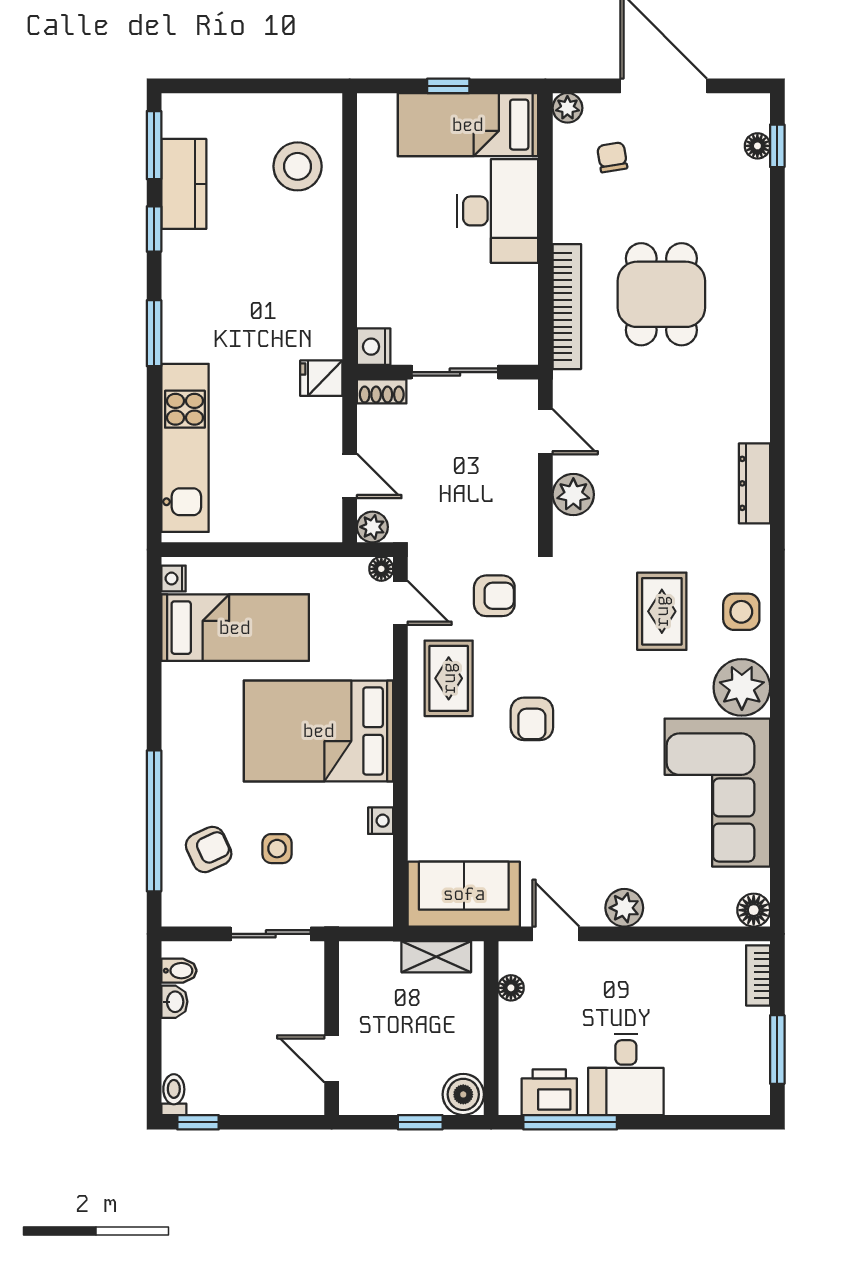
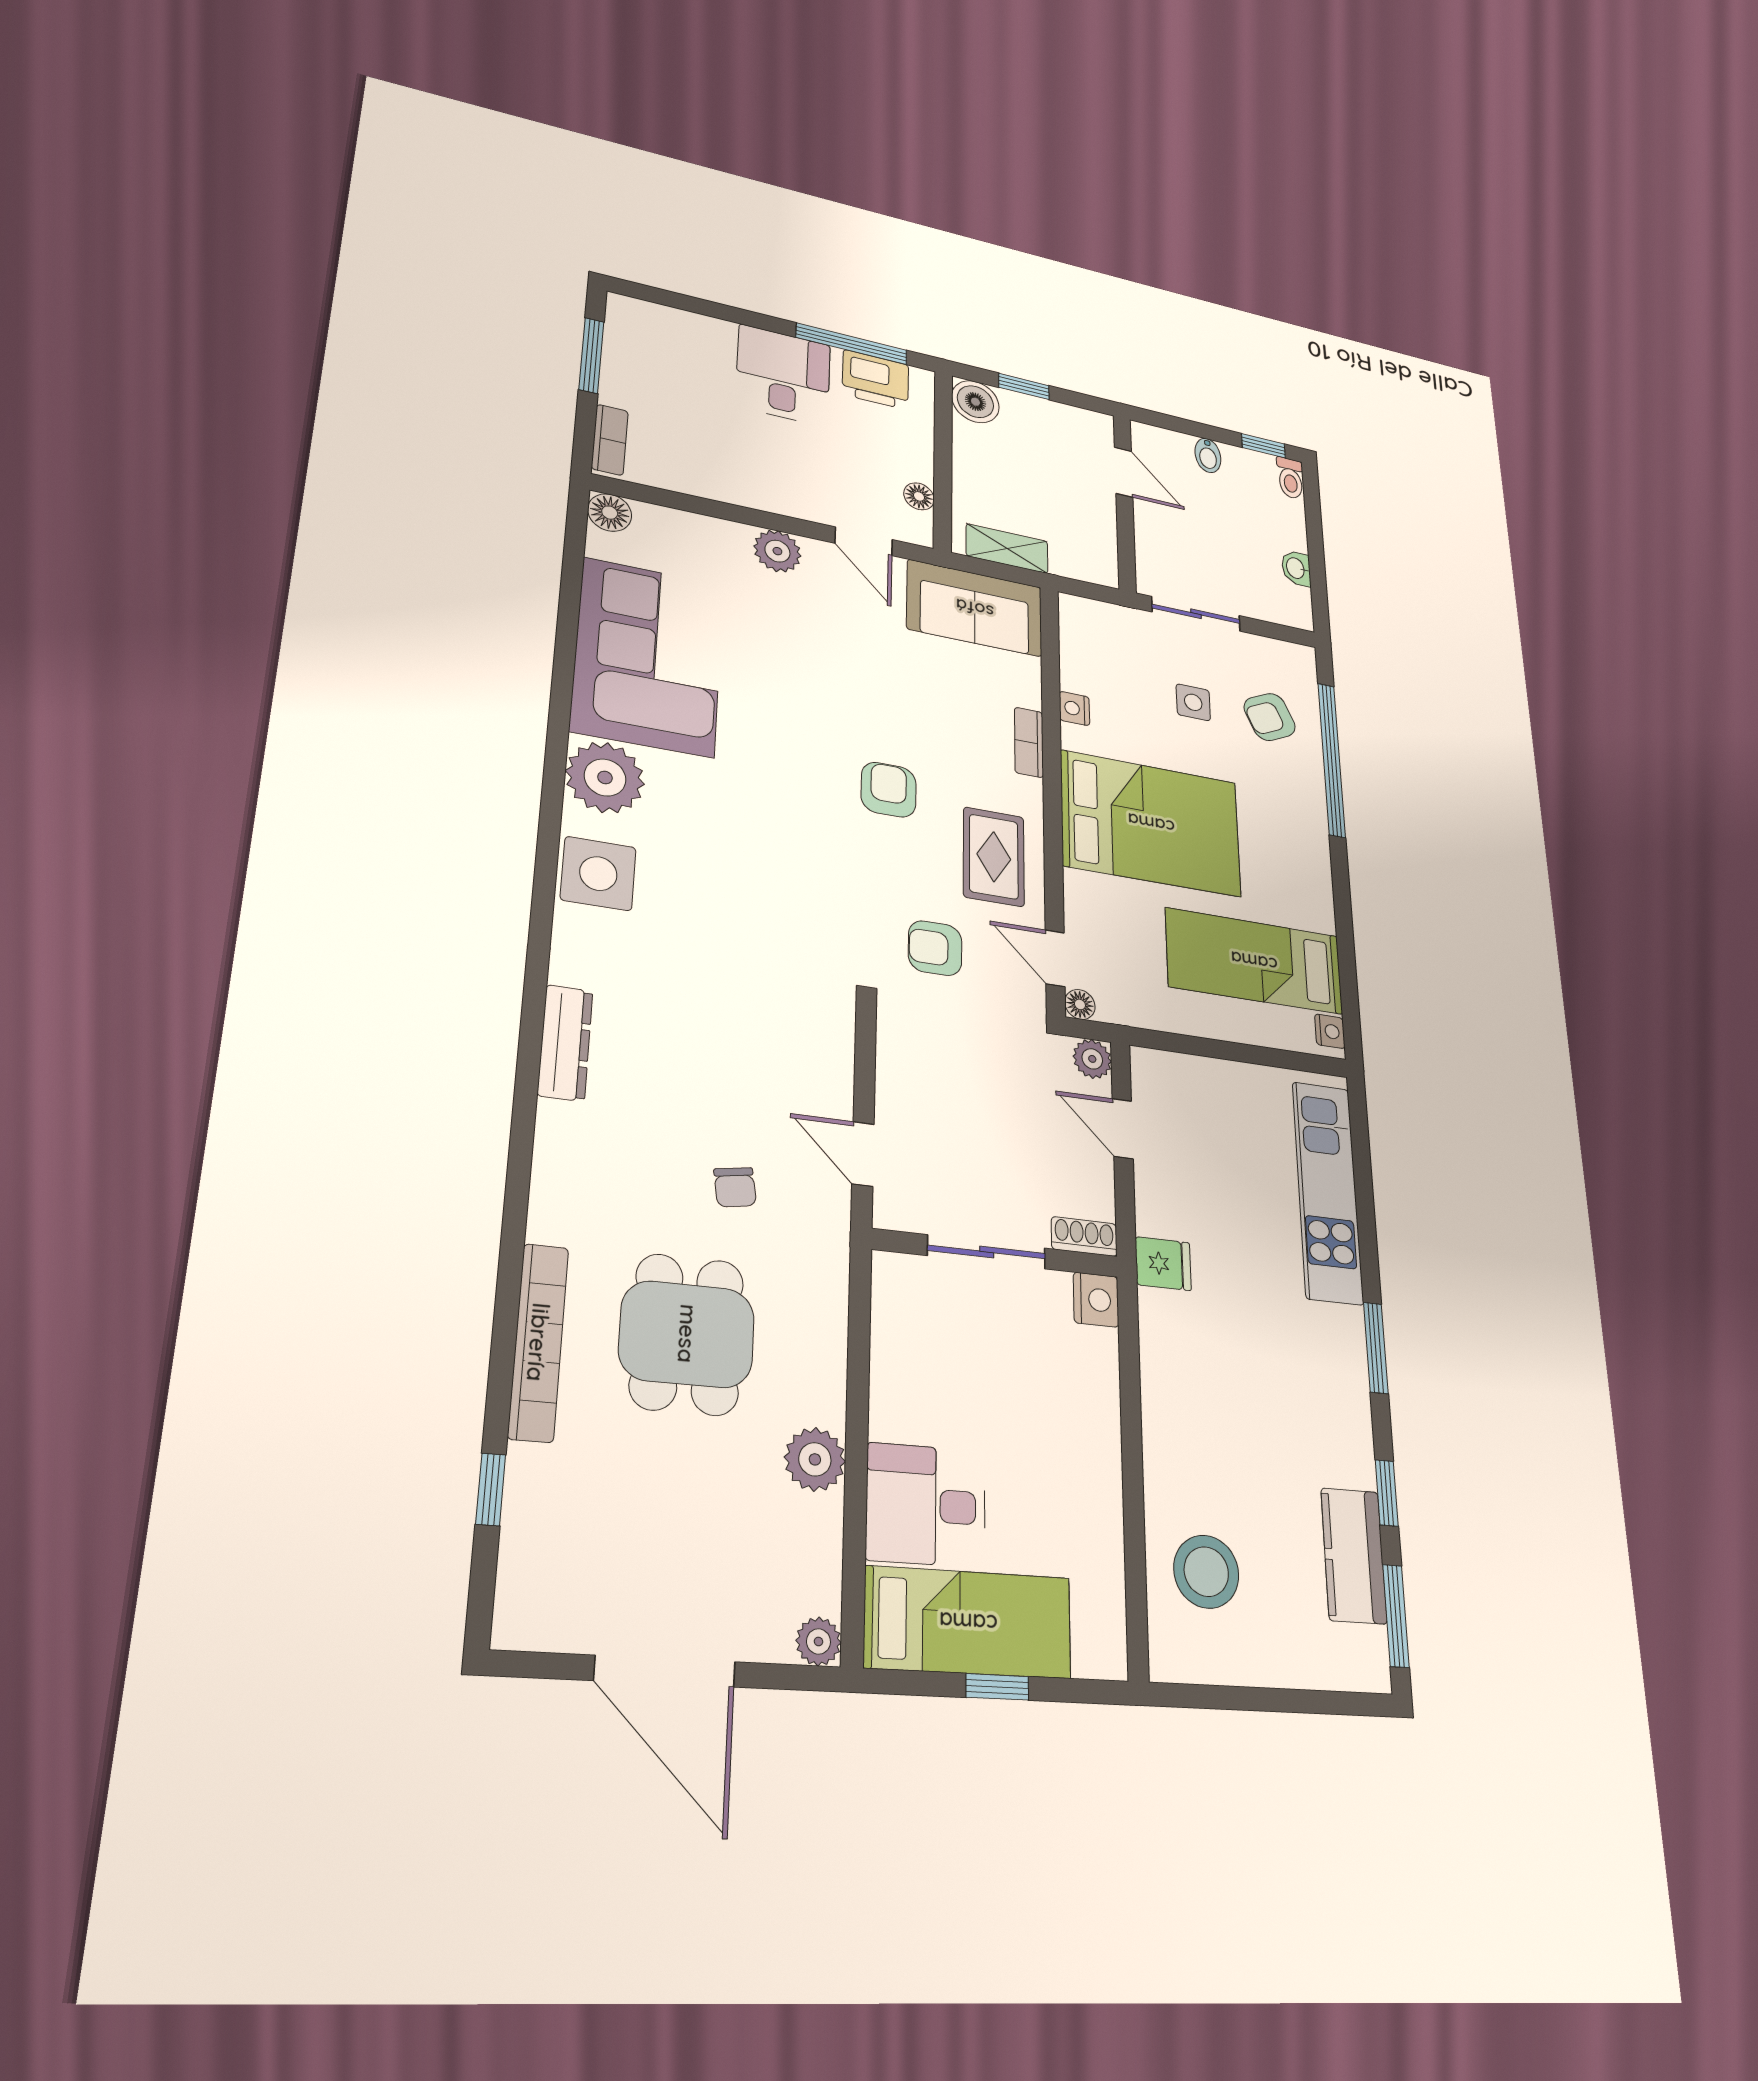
floor lamp: (757, 146) -> (518, 1560), removed
window: (777, 146) -> (491, 1489), moved
chair: (612, 157) -> (735, 1187), moved
desk: (497, 211) -> (926, 1505), width x0.73
bookcase: (567, 307) -> (538, 1342), moved, turned 180
plant: (573, 495) -> (815, 1459), moved
rug: (662, 611) -> (710, 892), removed
side table: (741, 612) -> (598, 874), width x1.37, depth x1.37
bookcase: (419, 782) -> (1029, 742), added
bidet: (179, 971) -> (1208, 455), moved, turned -90

